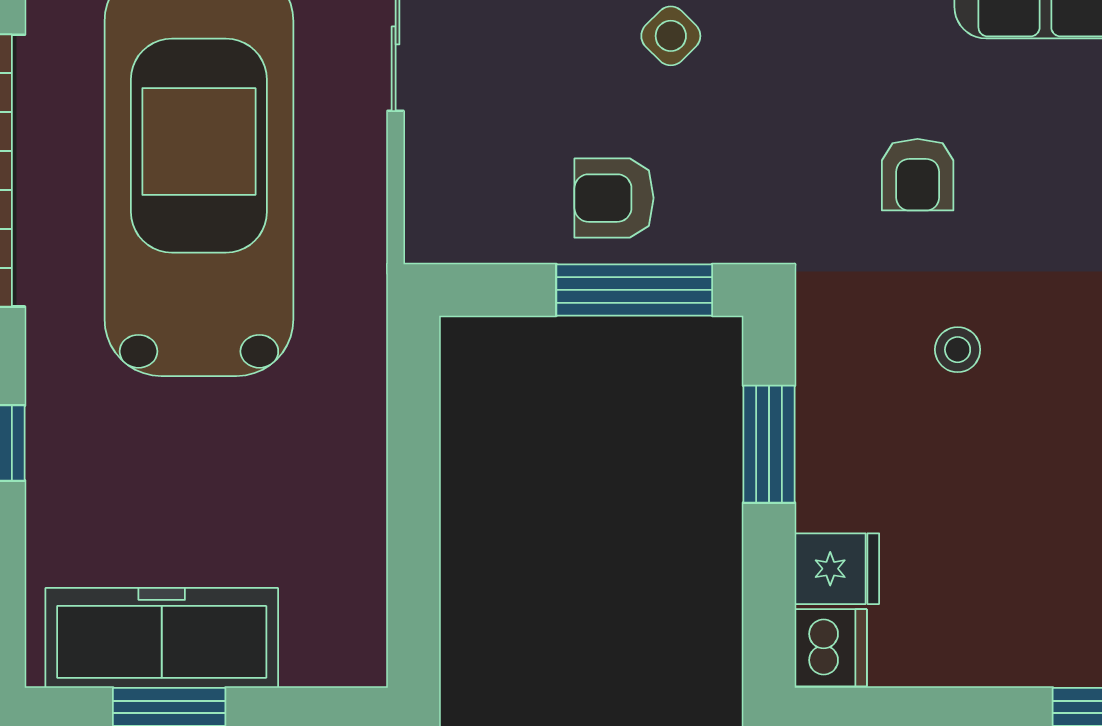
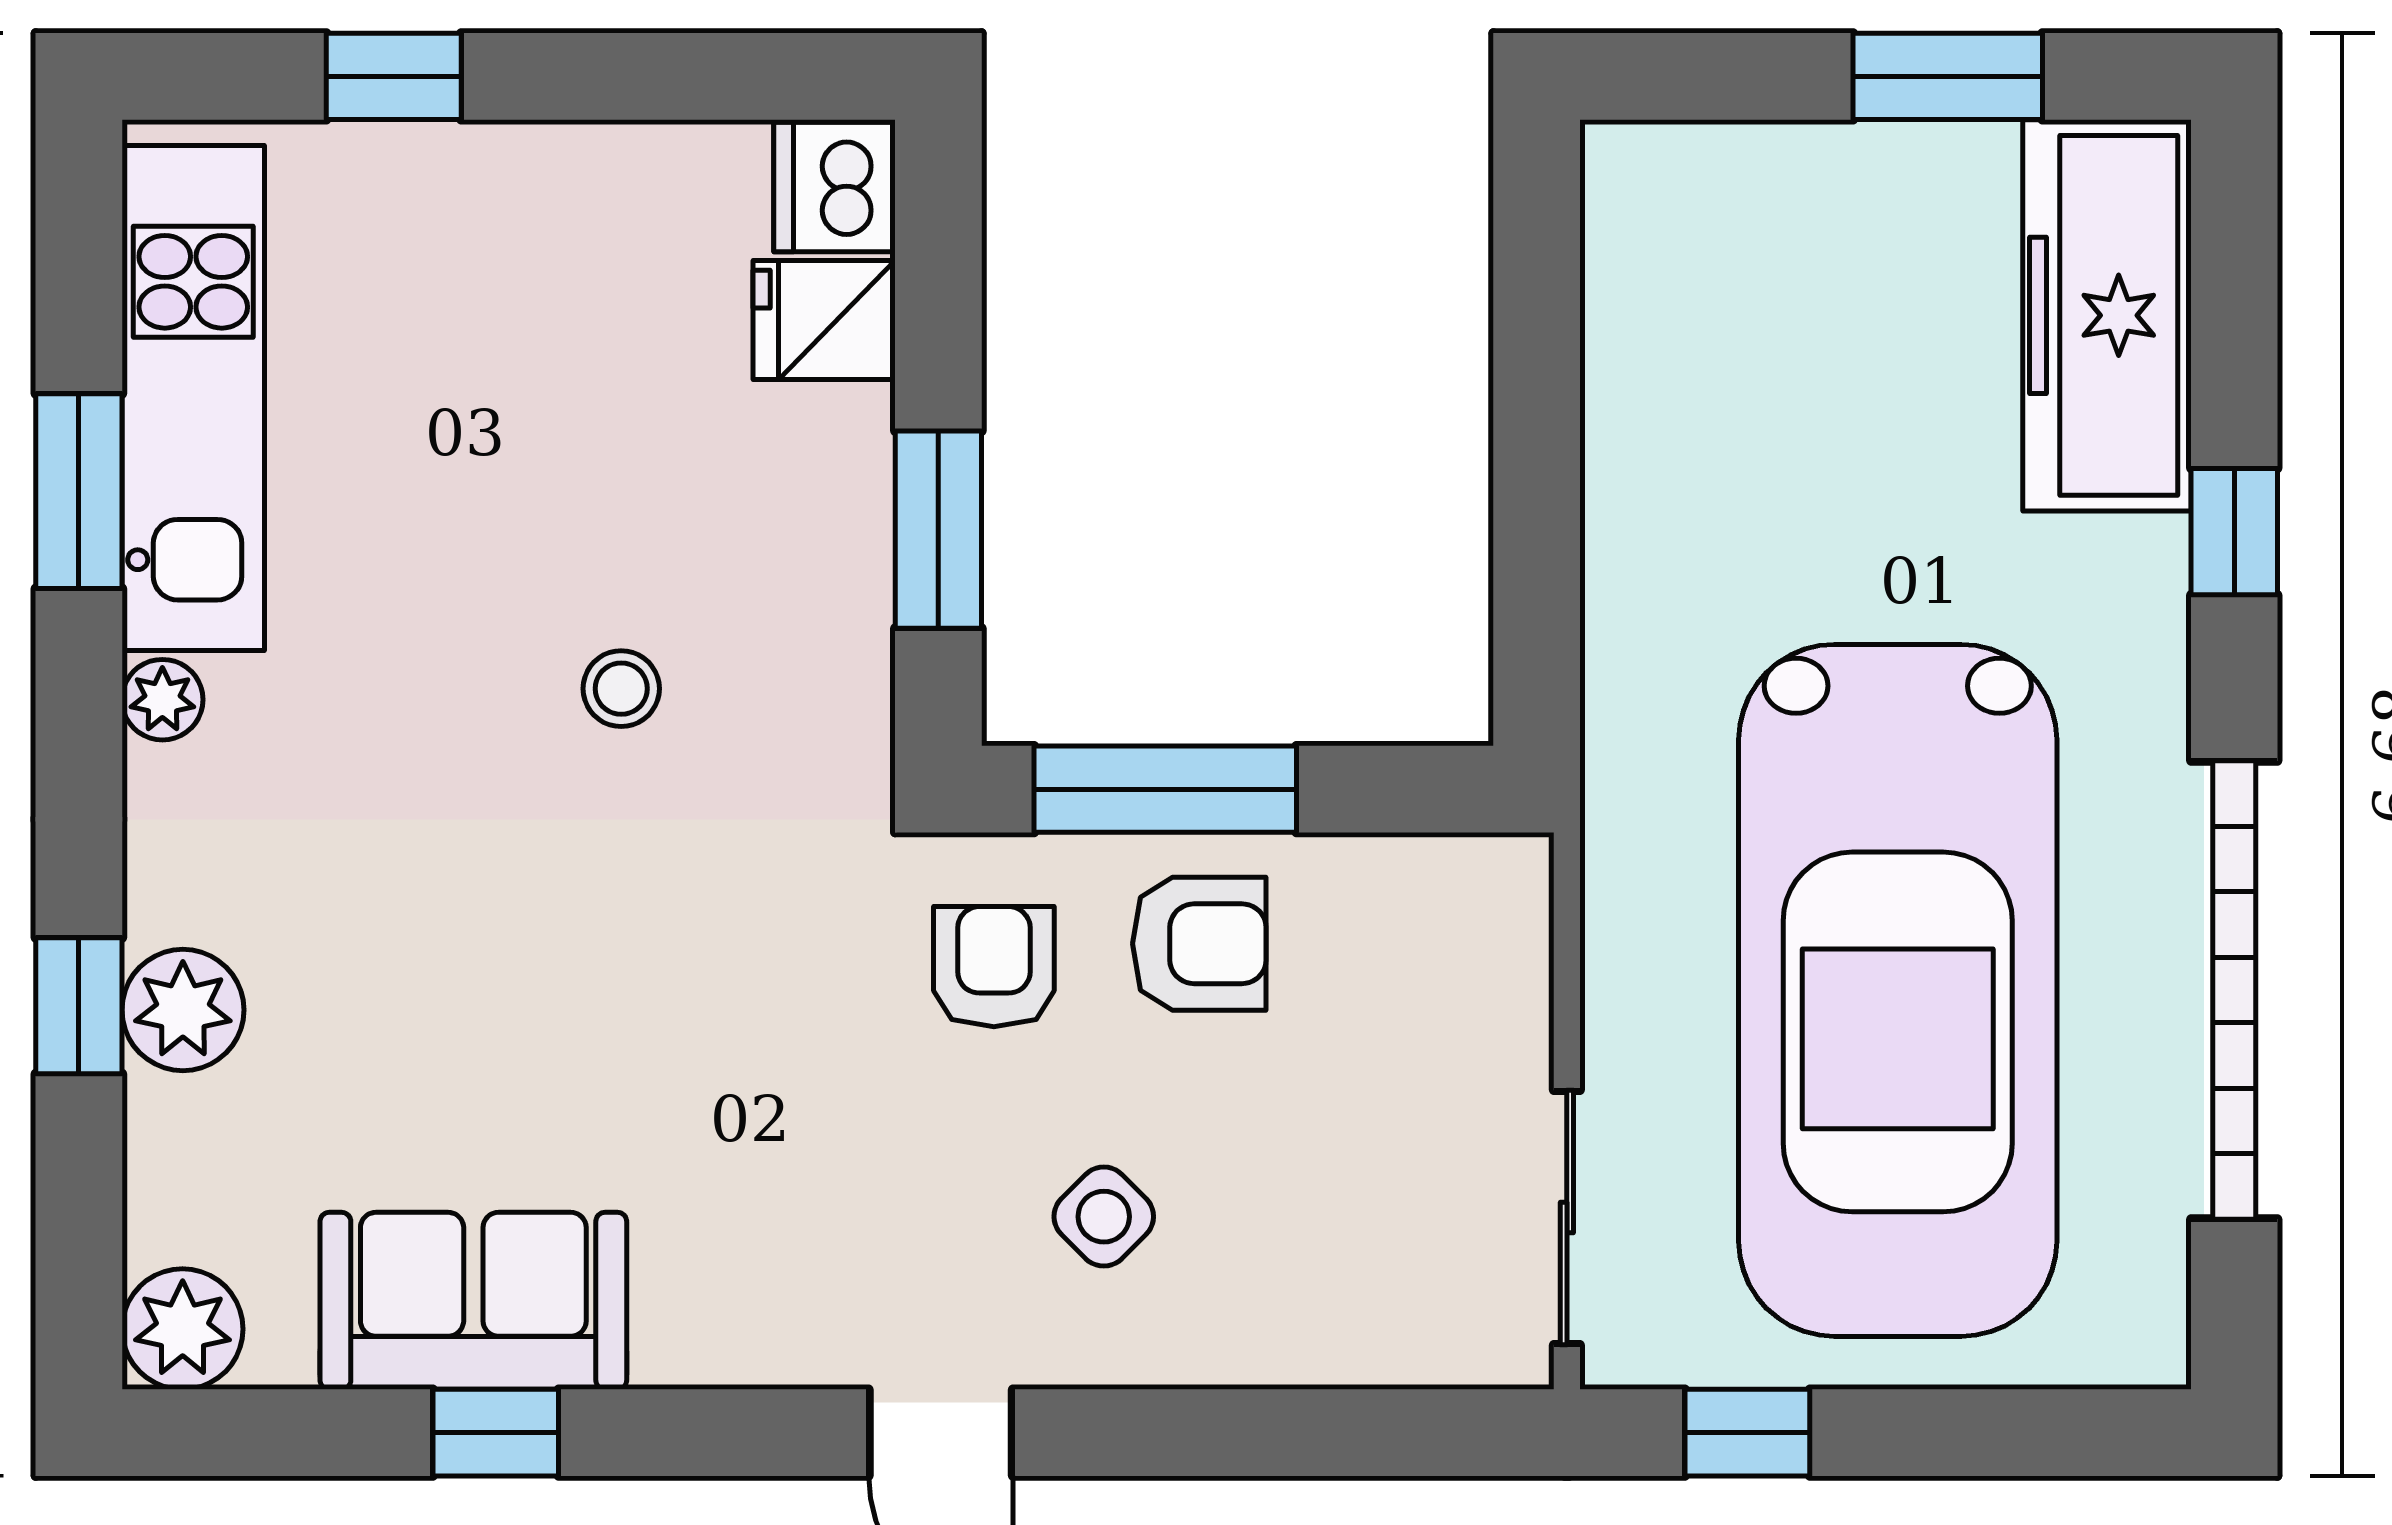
armchair: (918, 175) -> (994, 967), moved
freezer: (162, 638) -> (2107, 315), moved, turned 90

